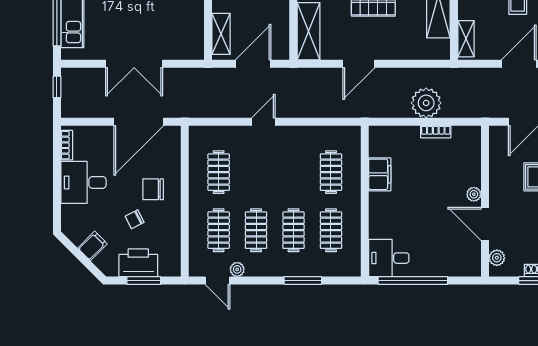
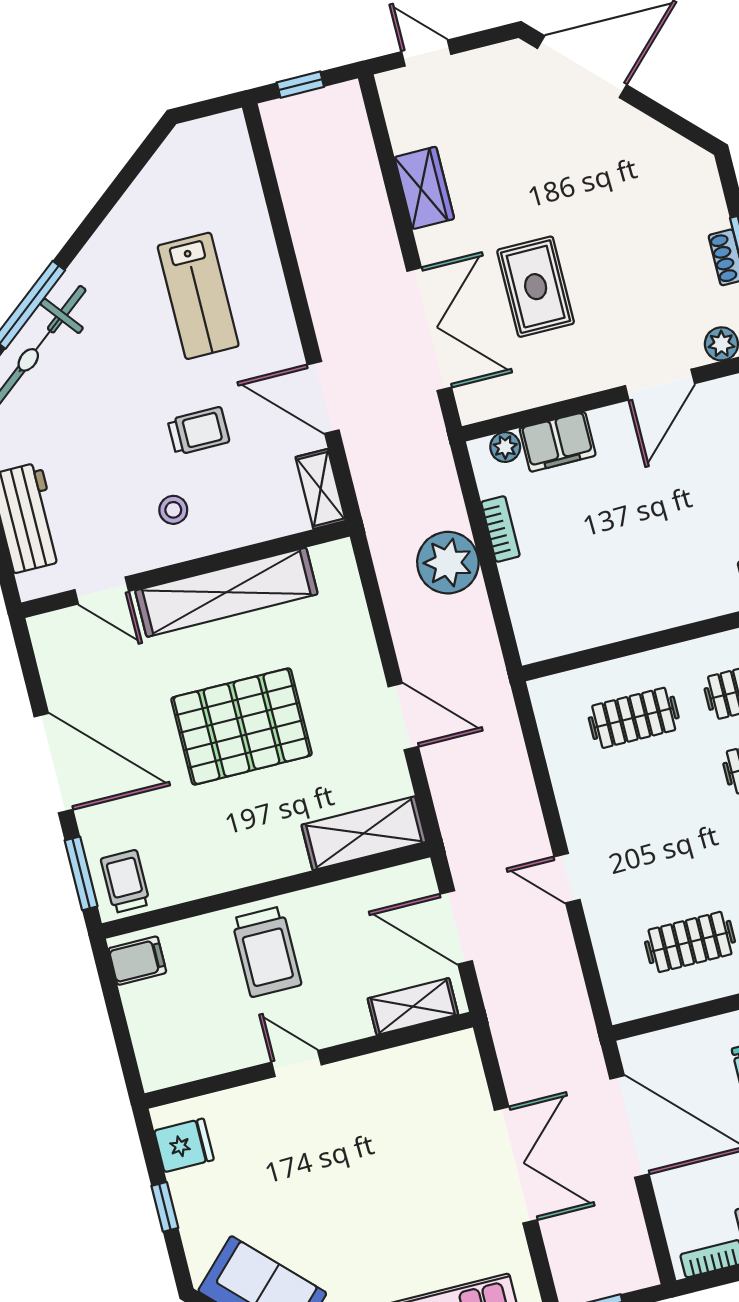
shelving: (466, 39) -> (321, 489), moved, turned 90
filing cabinet: (380, 174) -> (558, 442), moved, turned 180
plant: (474, 194) -> (505, 447), moved

